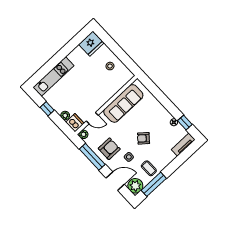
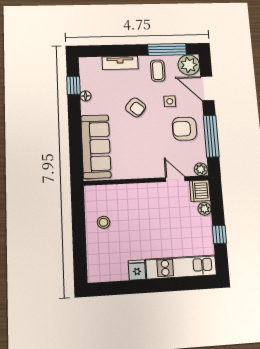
fridge: (91, 44) -> (137, 270), moved, width x0.53, depth x0.75
sofa: (123, 103) -> (96, 147), moved, turned 90
tv unit: (183, 145) -> (120, 63), moved

